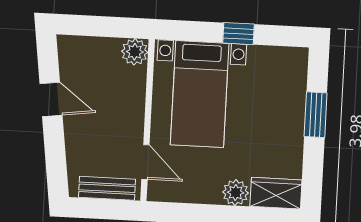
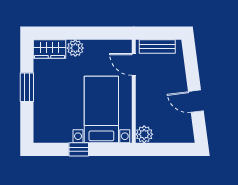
window: (316, 115) -> (27, 87), moved

